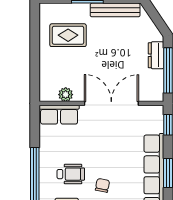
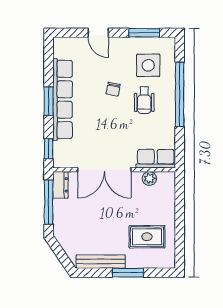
dresser: (156, 55) -> (60, 185), moved
wheelchair: (71, 174) -> (144, 100), turned -90

